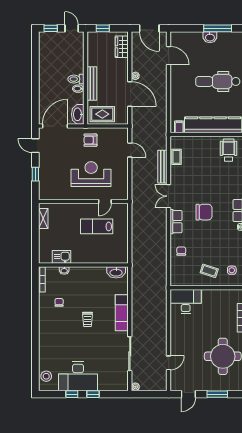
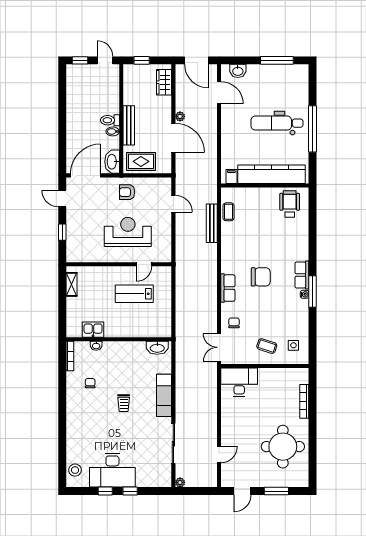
washbasin: (210, 37) -> (238, 71), moved
double door: (169, 196) -> (219, 347), moved

